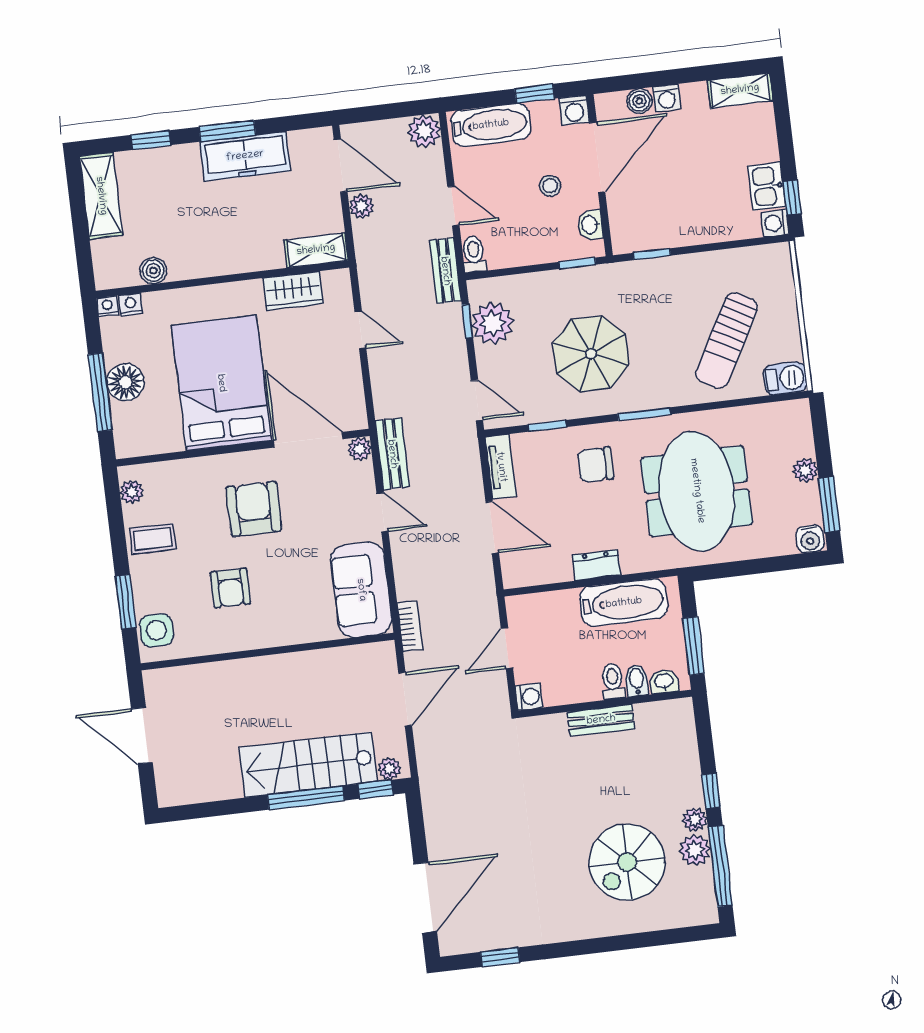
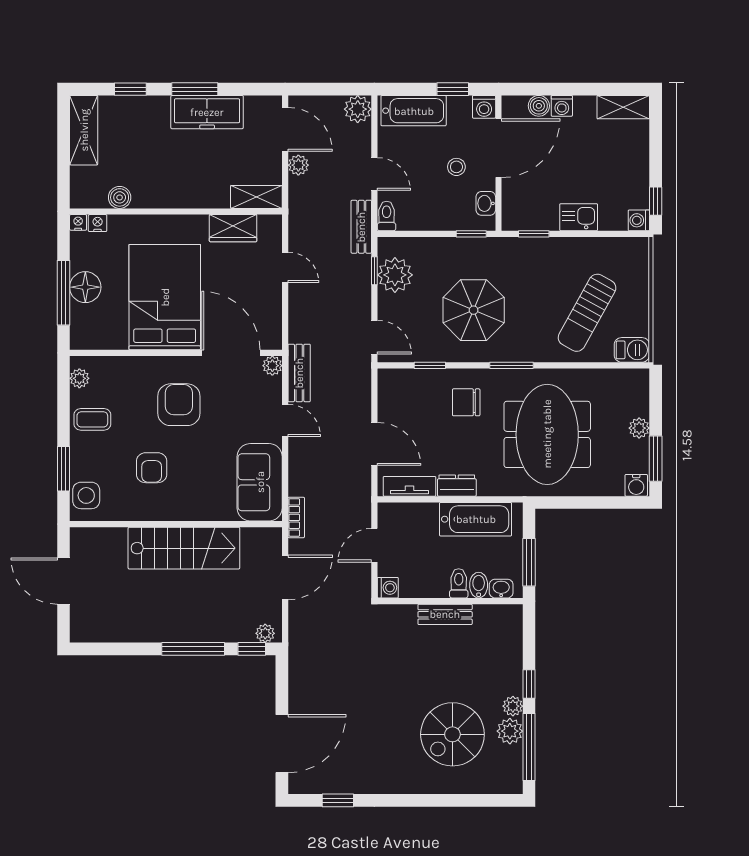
kitchen sink: (767, 186) -> (579, 217), moved, turned 90
tv unit: (501, 467) -> (409, 486), moved, turned -90
stairs: (308, 765) -> (184, 548), moved, turned 180

